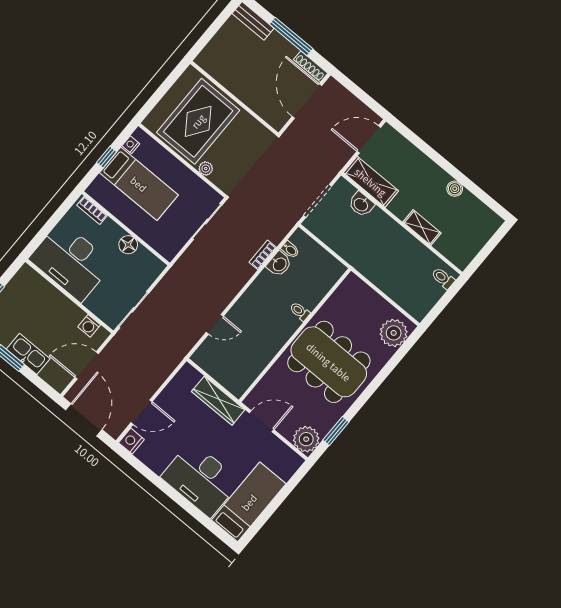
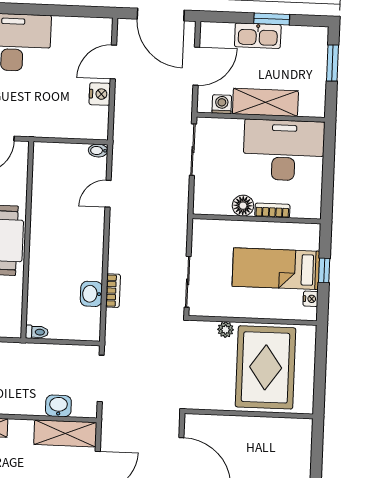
bookcase: (92, 210) -> (272, 210), moved
bidet: (290, 250) -> (98, 151), moved
shelving: (58, 304) -> (265, 102), added
toilet: (300, 311) -> (37, 332), moved
wardrobe: (218, 401) -> (51, 126), removed
nightstand: (131, 441) -> (100, 94), moved

